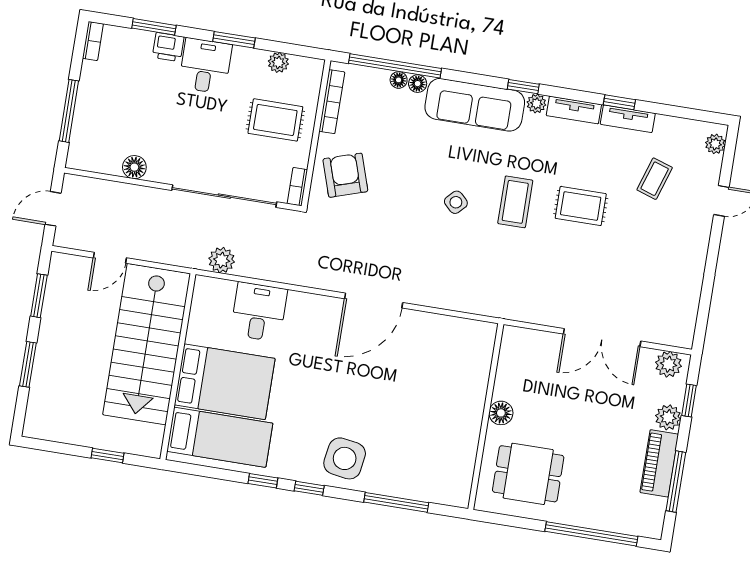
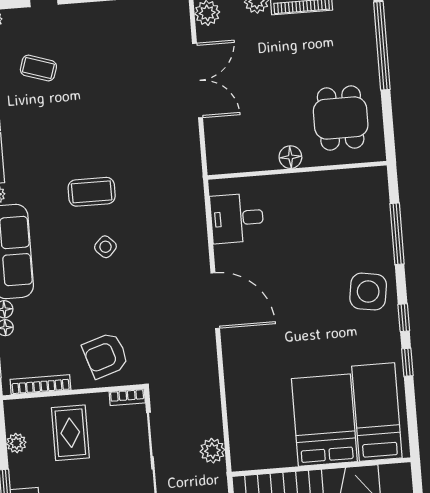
rug: (581, 206) -> (81, 130), removed
desk: (259, 312) -> (237, 218), moved

